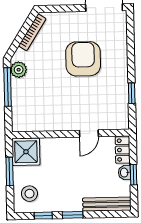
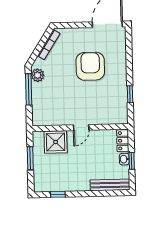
door: (89, 133) -> (81, 128), moved
shower: (26, 152) -> (56, 142), moved
stool: (29, 194) -> (47, 176), removed
window: (73, 215) -> (82, 194), removed

